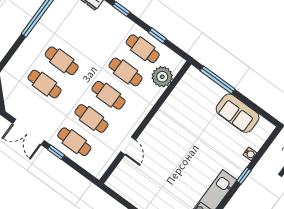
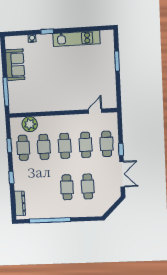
door: (128, 146) -> (95, 111), moved

